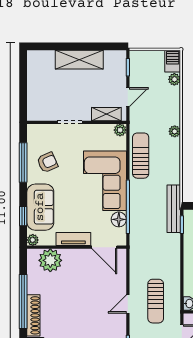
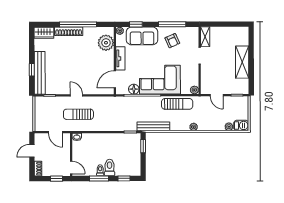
shelving: (106, 114) -> (205, 37), moved
bench: (174, 209) -> (153, 126), moved

